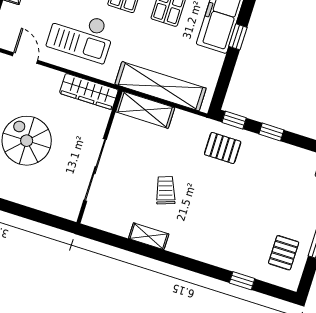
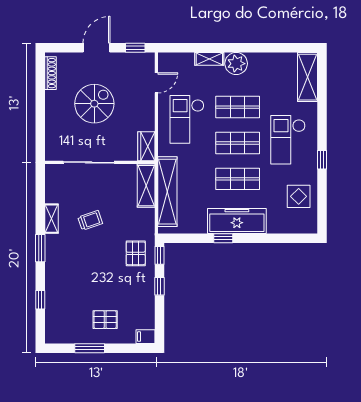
wardrobe: (89, 91) -> (146, 146), width x0.67
pallet: (284, 253) -> (105, 320), moved
window: (180, 261) -> (40, 248), added

